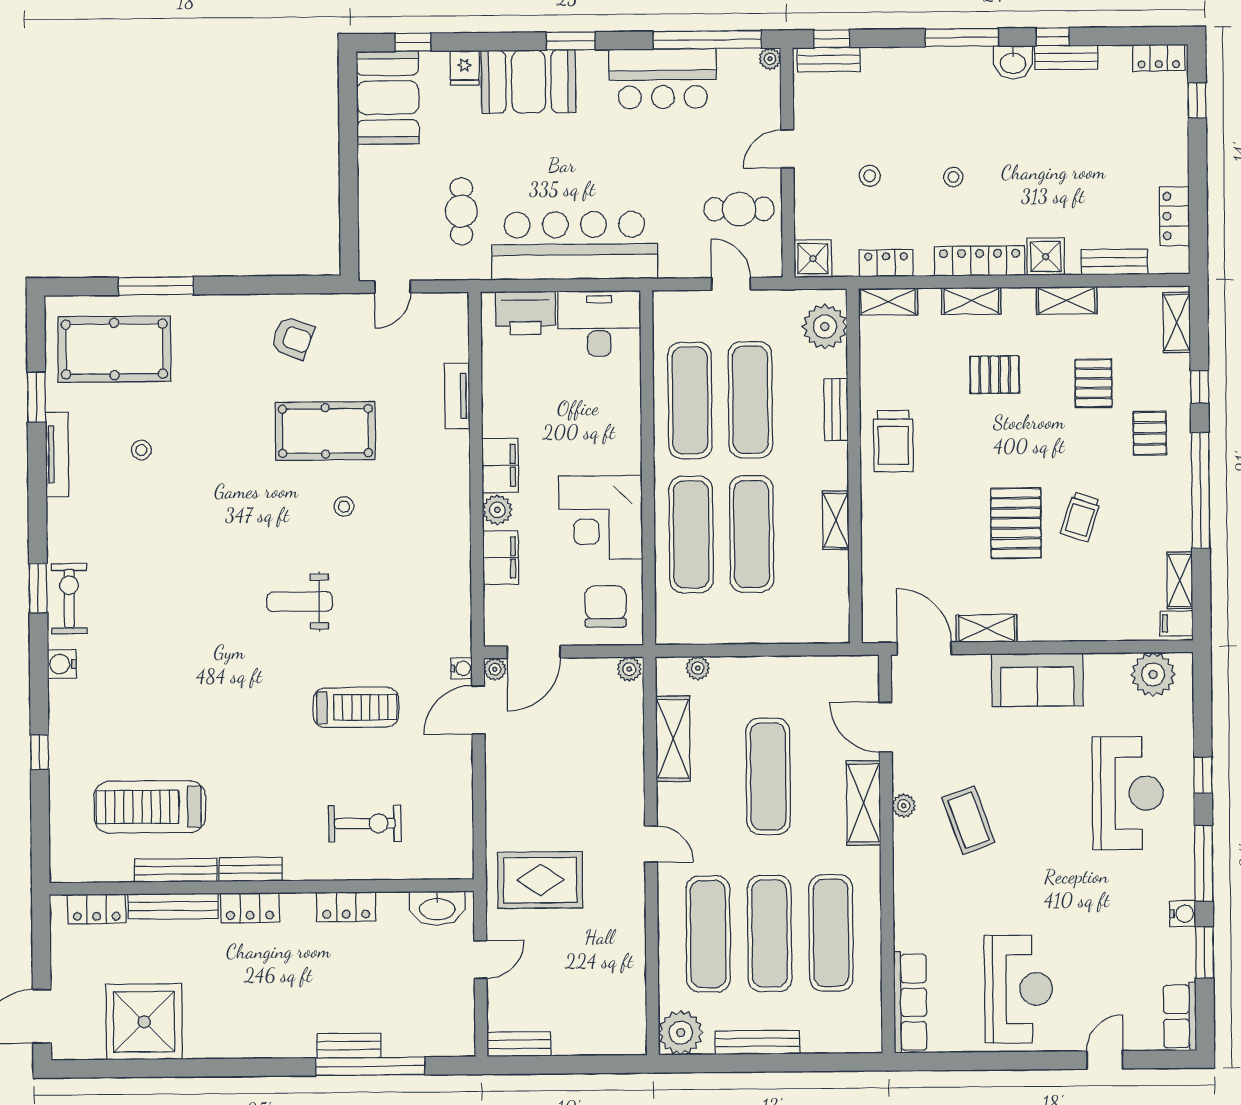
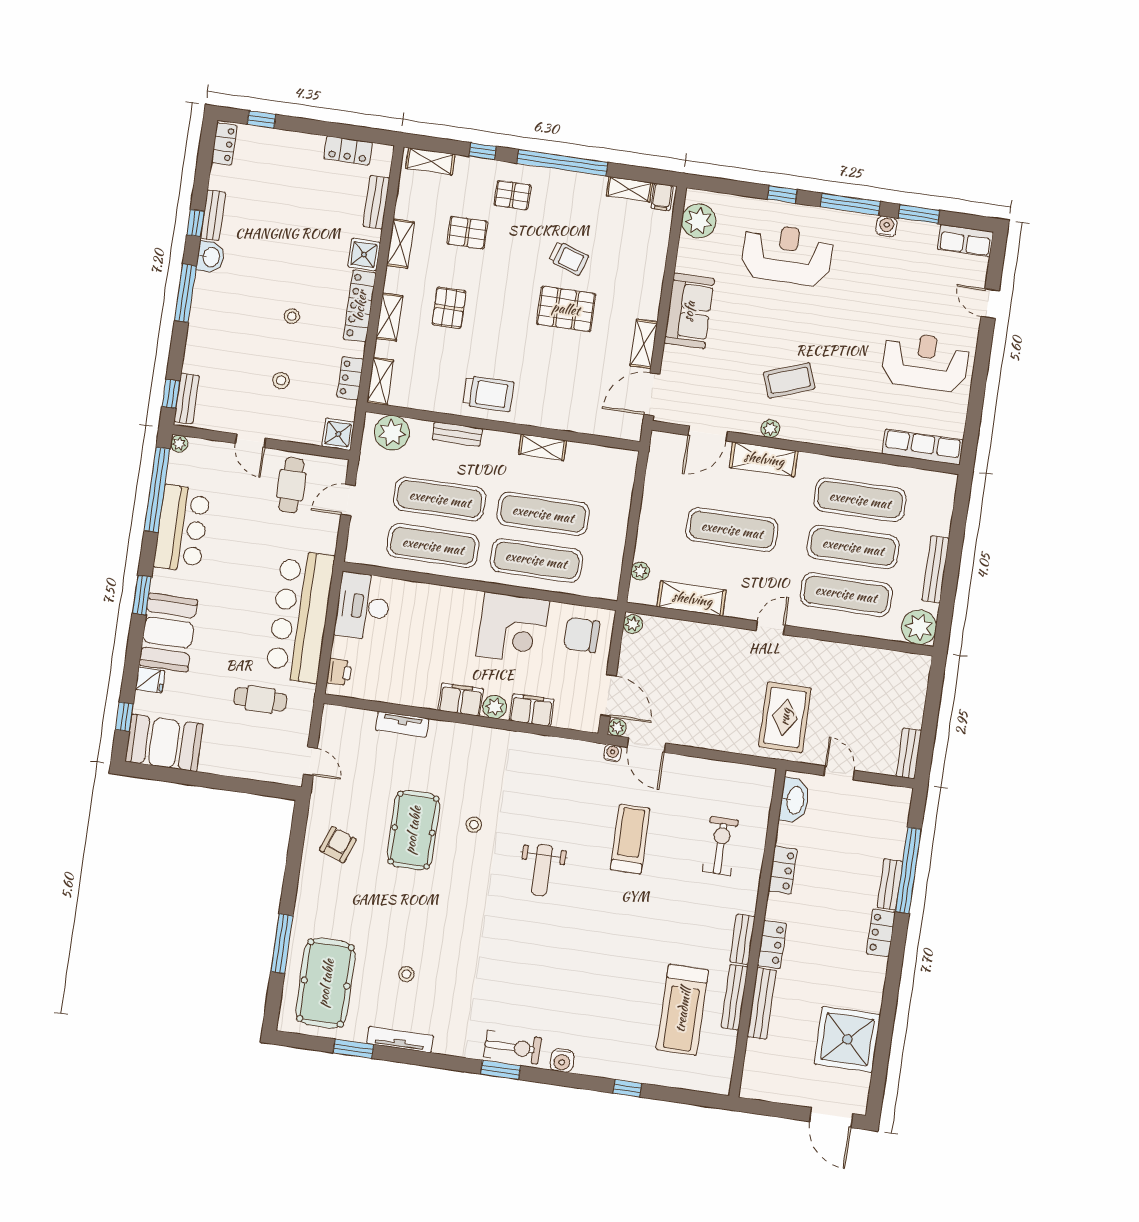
printer: (525, 313) -> (339, 672), width x0.53, depth x0.68
exercise bike: (69, 599) -> (512, 1047), turned 180
locker: (97, 909) -> (881, 933), moved, turned 180

